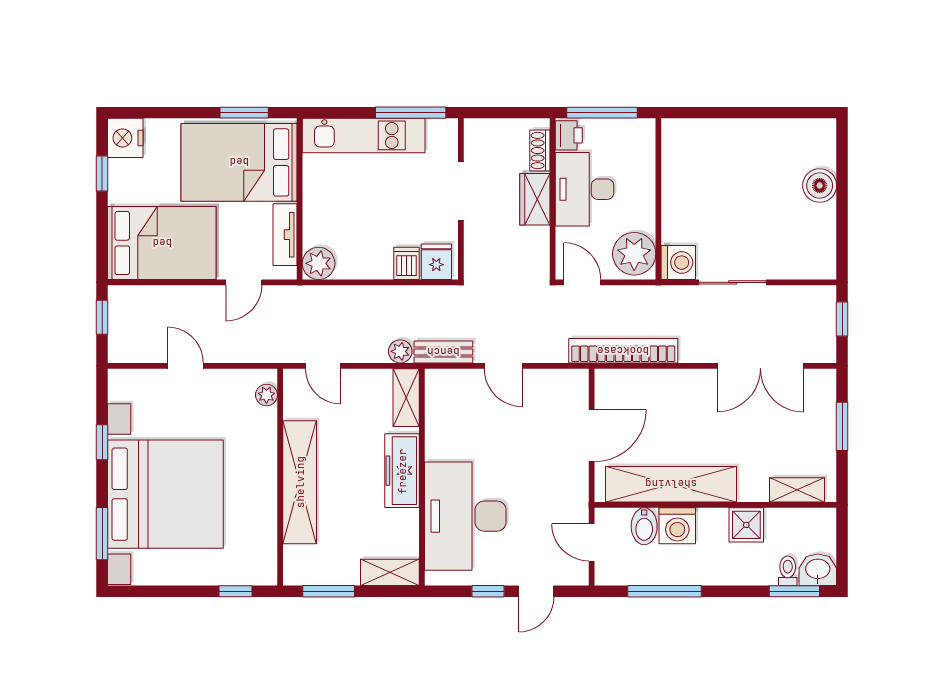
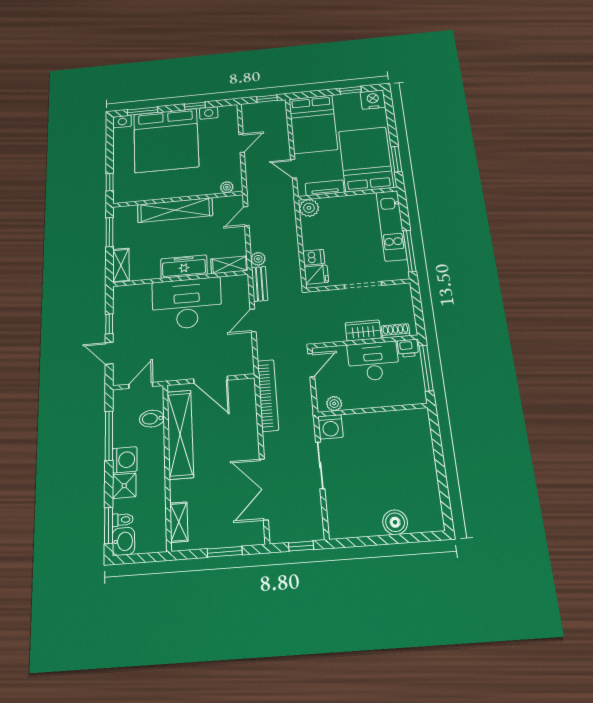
plant: (634, 254) -> (334, 404), width x0.53, depth x0.53
desk: (465, 516) -> (187, 303), moved
shower: (746, 525) -> (124, 486), moved
washing machine: (677, 526) -> (125, 460), moved, turned 180

